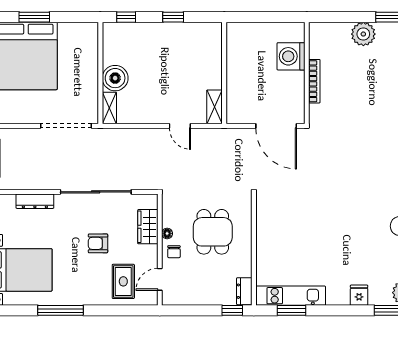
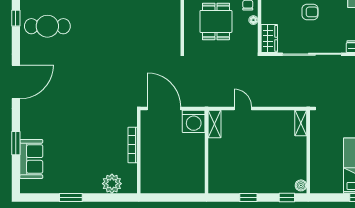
plant: (363, 34) -> (112, 184), moved
washing machine: (291, 56) -> (194, 121), moved, turned 90
boiler: (115, 78) -> (301, 185), moved, width x0.54, depth x0.54
wardrobe: (148, 227) -> (269, 38), moved

